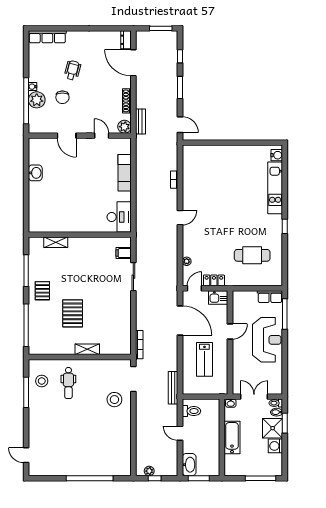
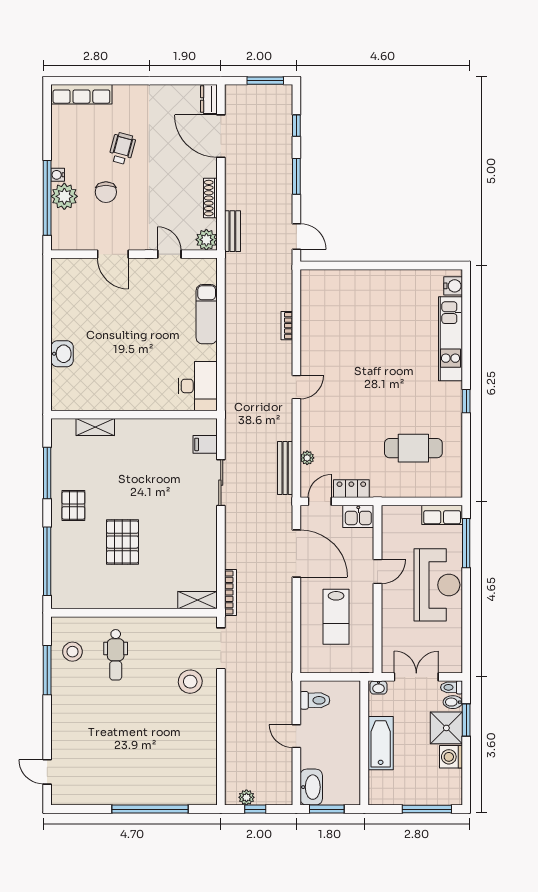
washbasin: (35, 173) -> (62, 354), moved
shelving: (87, 349) -> (198, 600), moved
bench: (173, 388) -> (285, 468), moved

